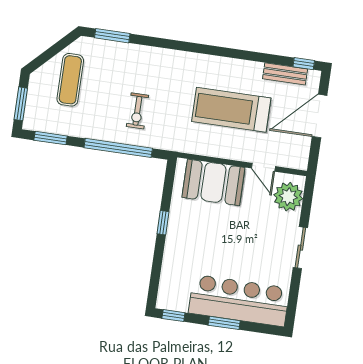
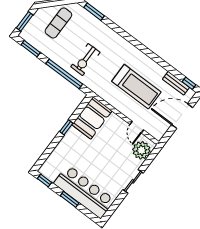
treadmill: (231, 110) -> (136, 87), turned 180
exercise bike: (137, 111) -> (85, 60), width x1.38, depth x1.39
booth: (213, 182) -> (92, 118), moved, turned 90

